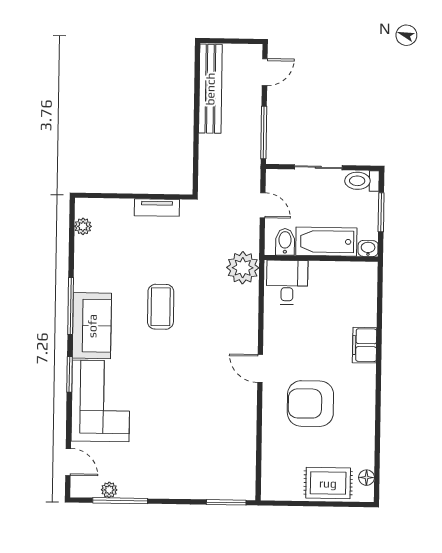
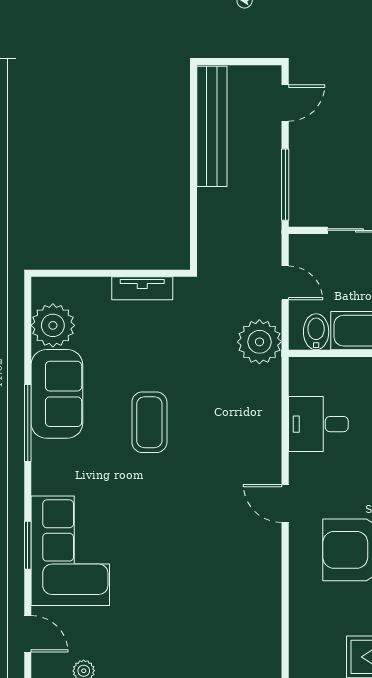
plant: (83, 226) -> (53, 325), width x1.88, depth x1.88
plant: (243, 268) -> (259, 342), moved
desk: (287, 282) -> (318, 424), moved, turned -90
sofa: (92, 326) -> (57, 394), moved
window: (70, 374) -> (28, 545), moved

